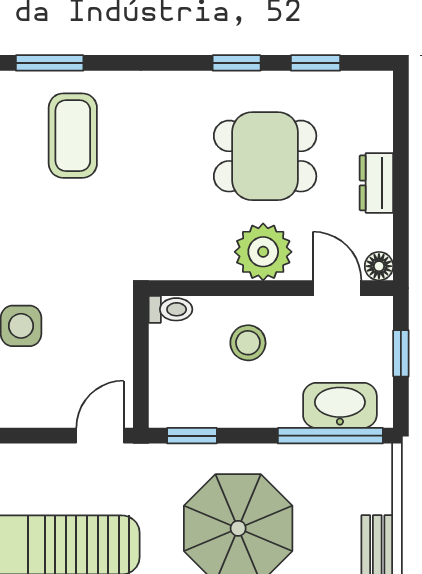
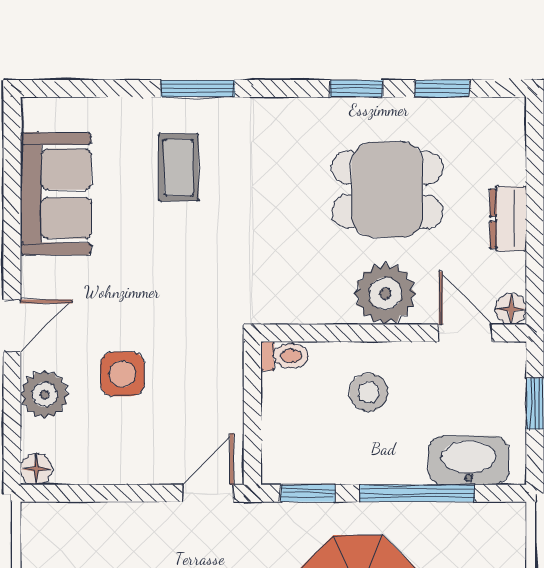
window: (50, 63) -> (198, 88), moved
coffee table: (73, 136) -> (179, 167), width x0.73, depth x0.77
window: (330, 436) -> (417, 493), moved

